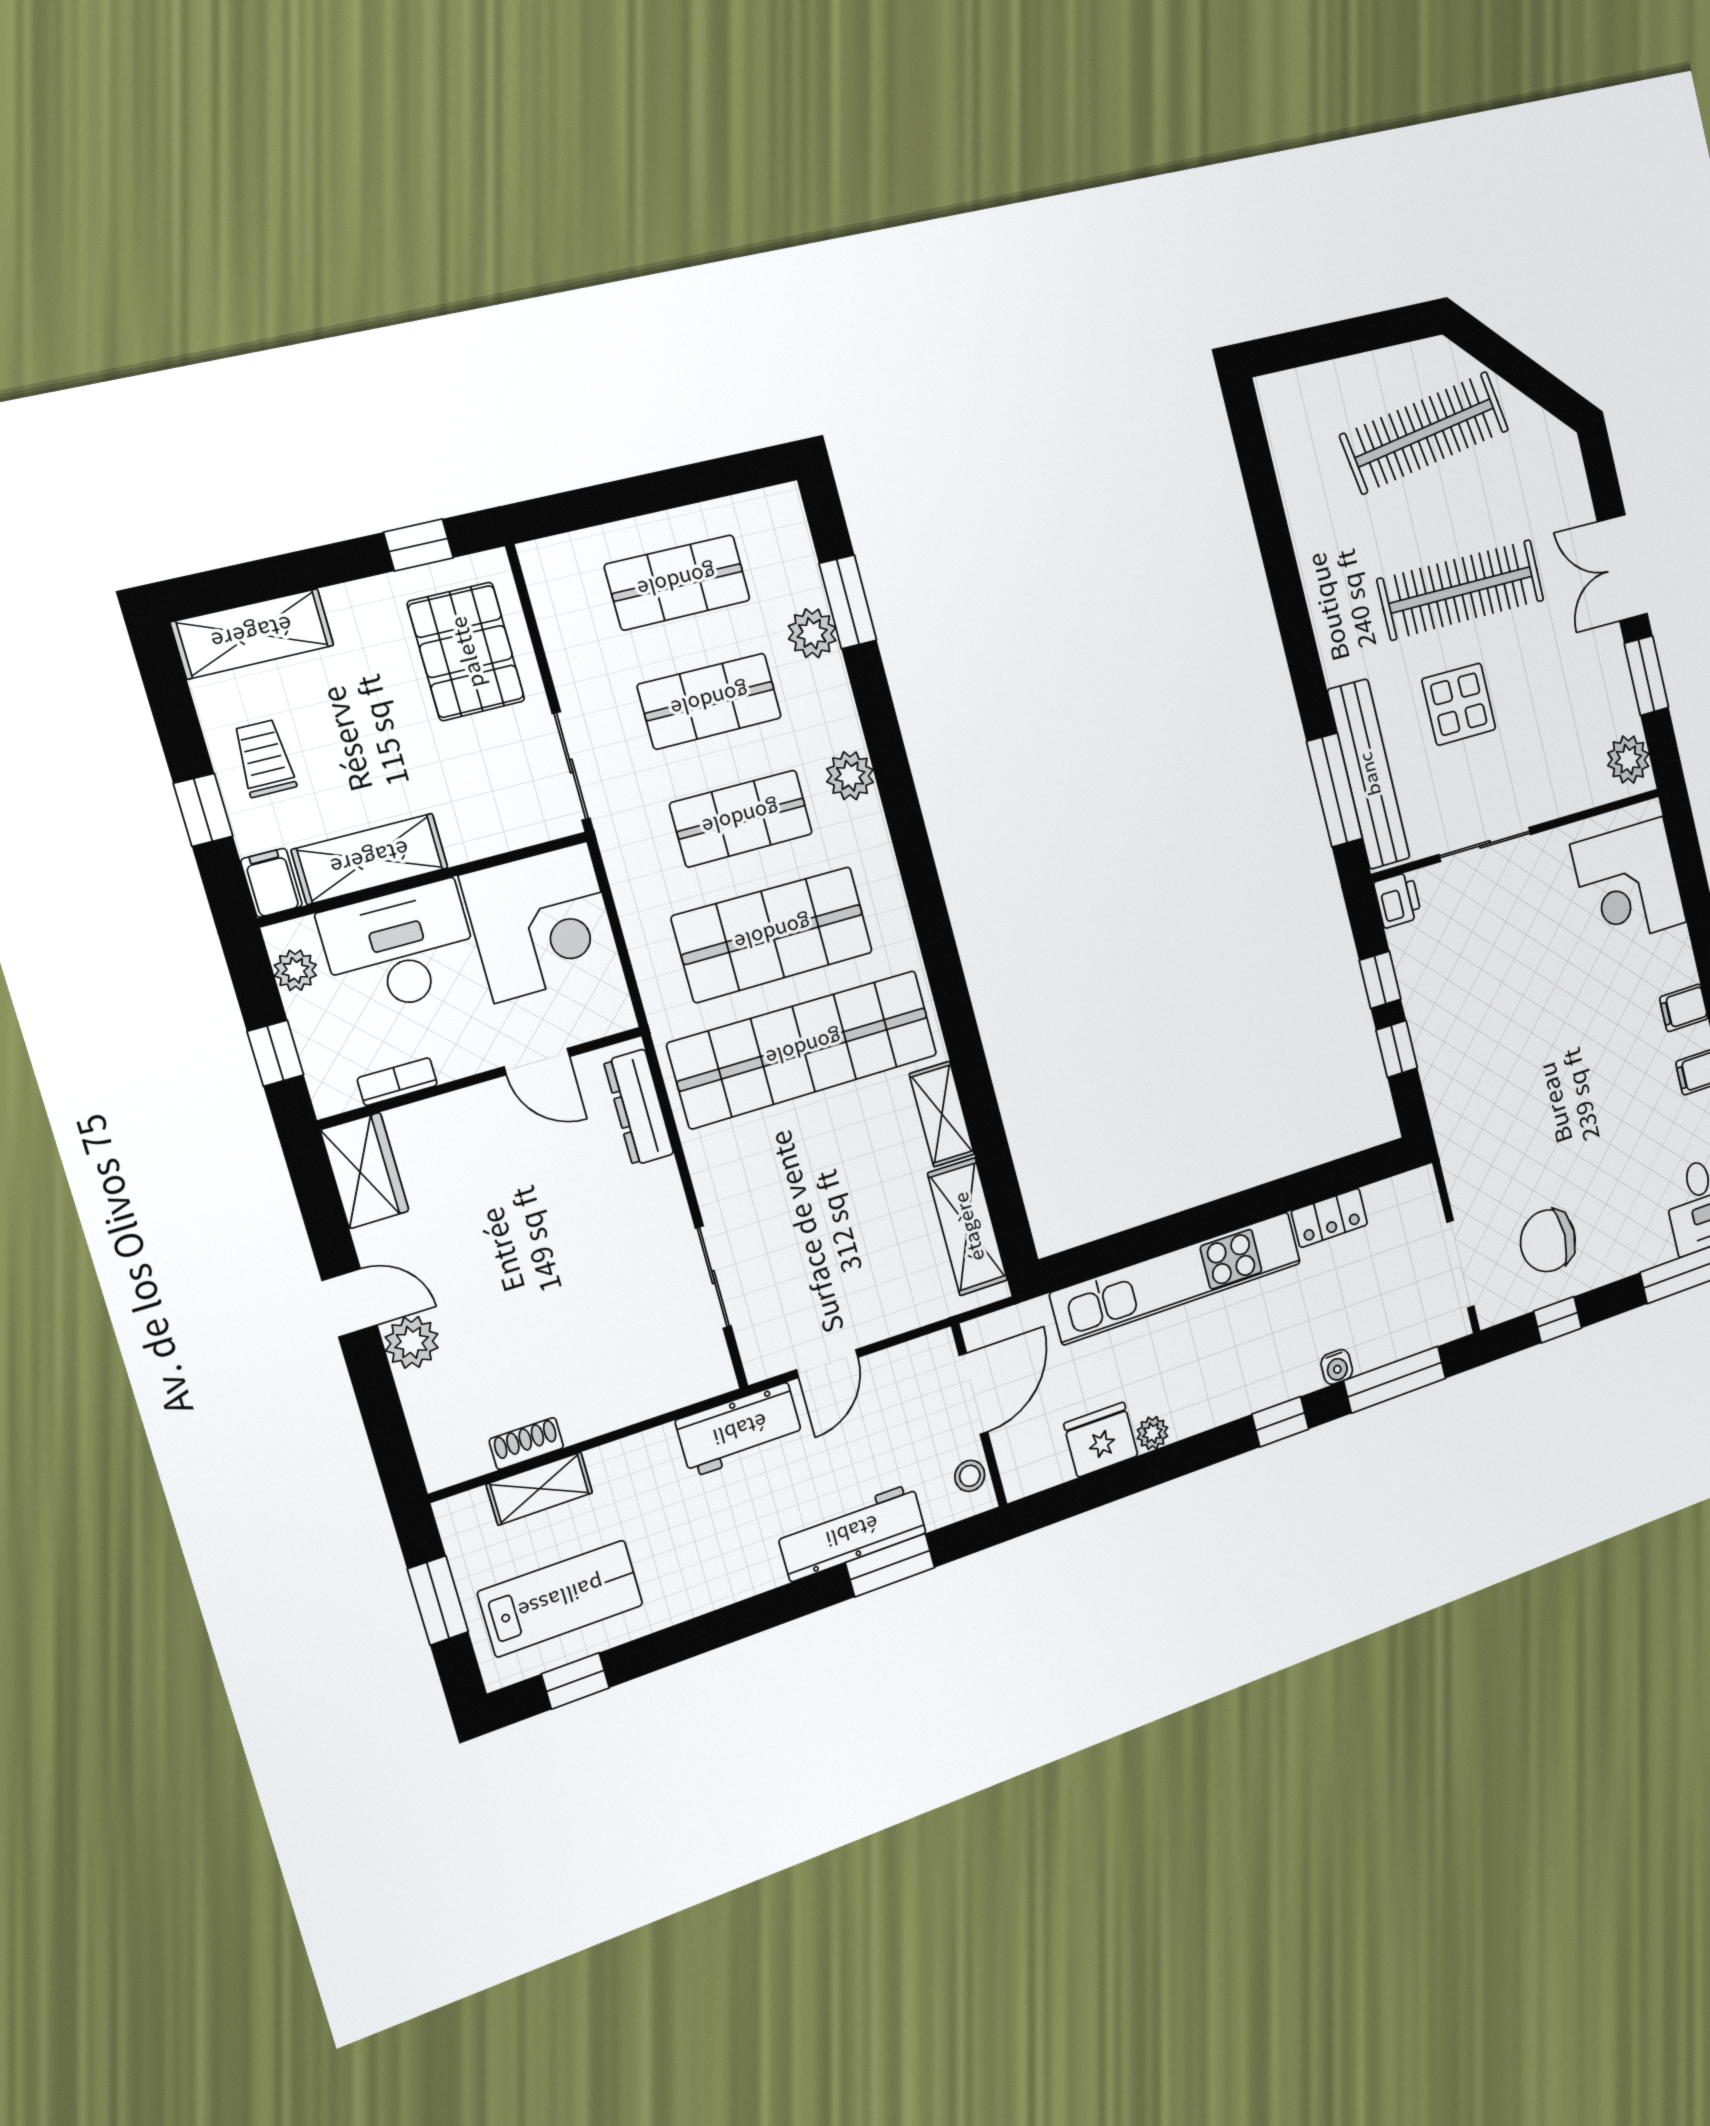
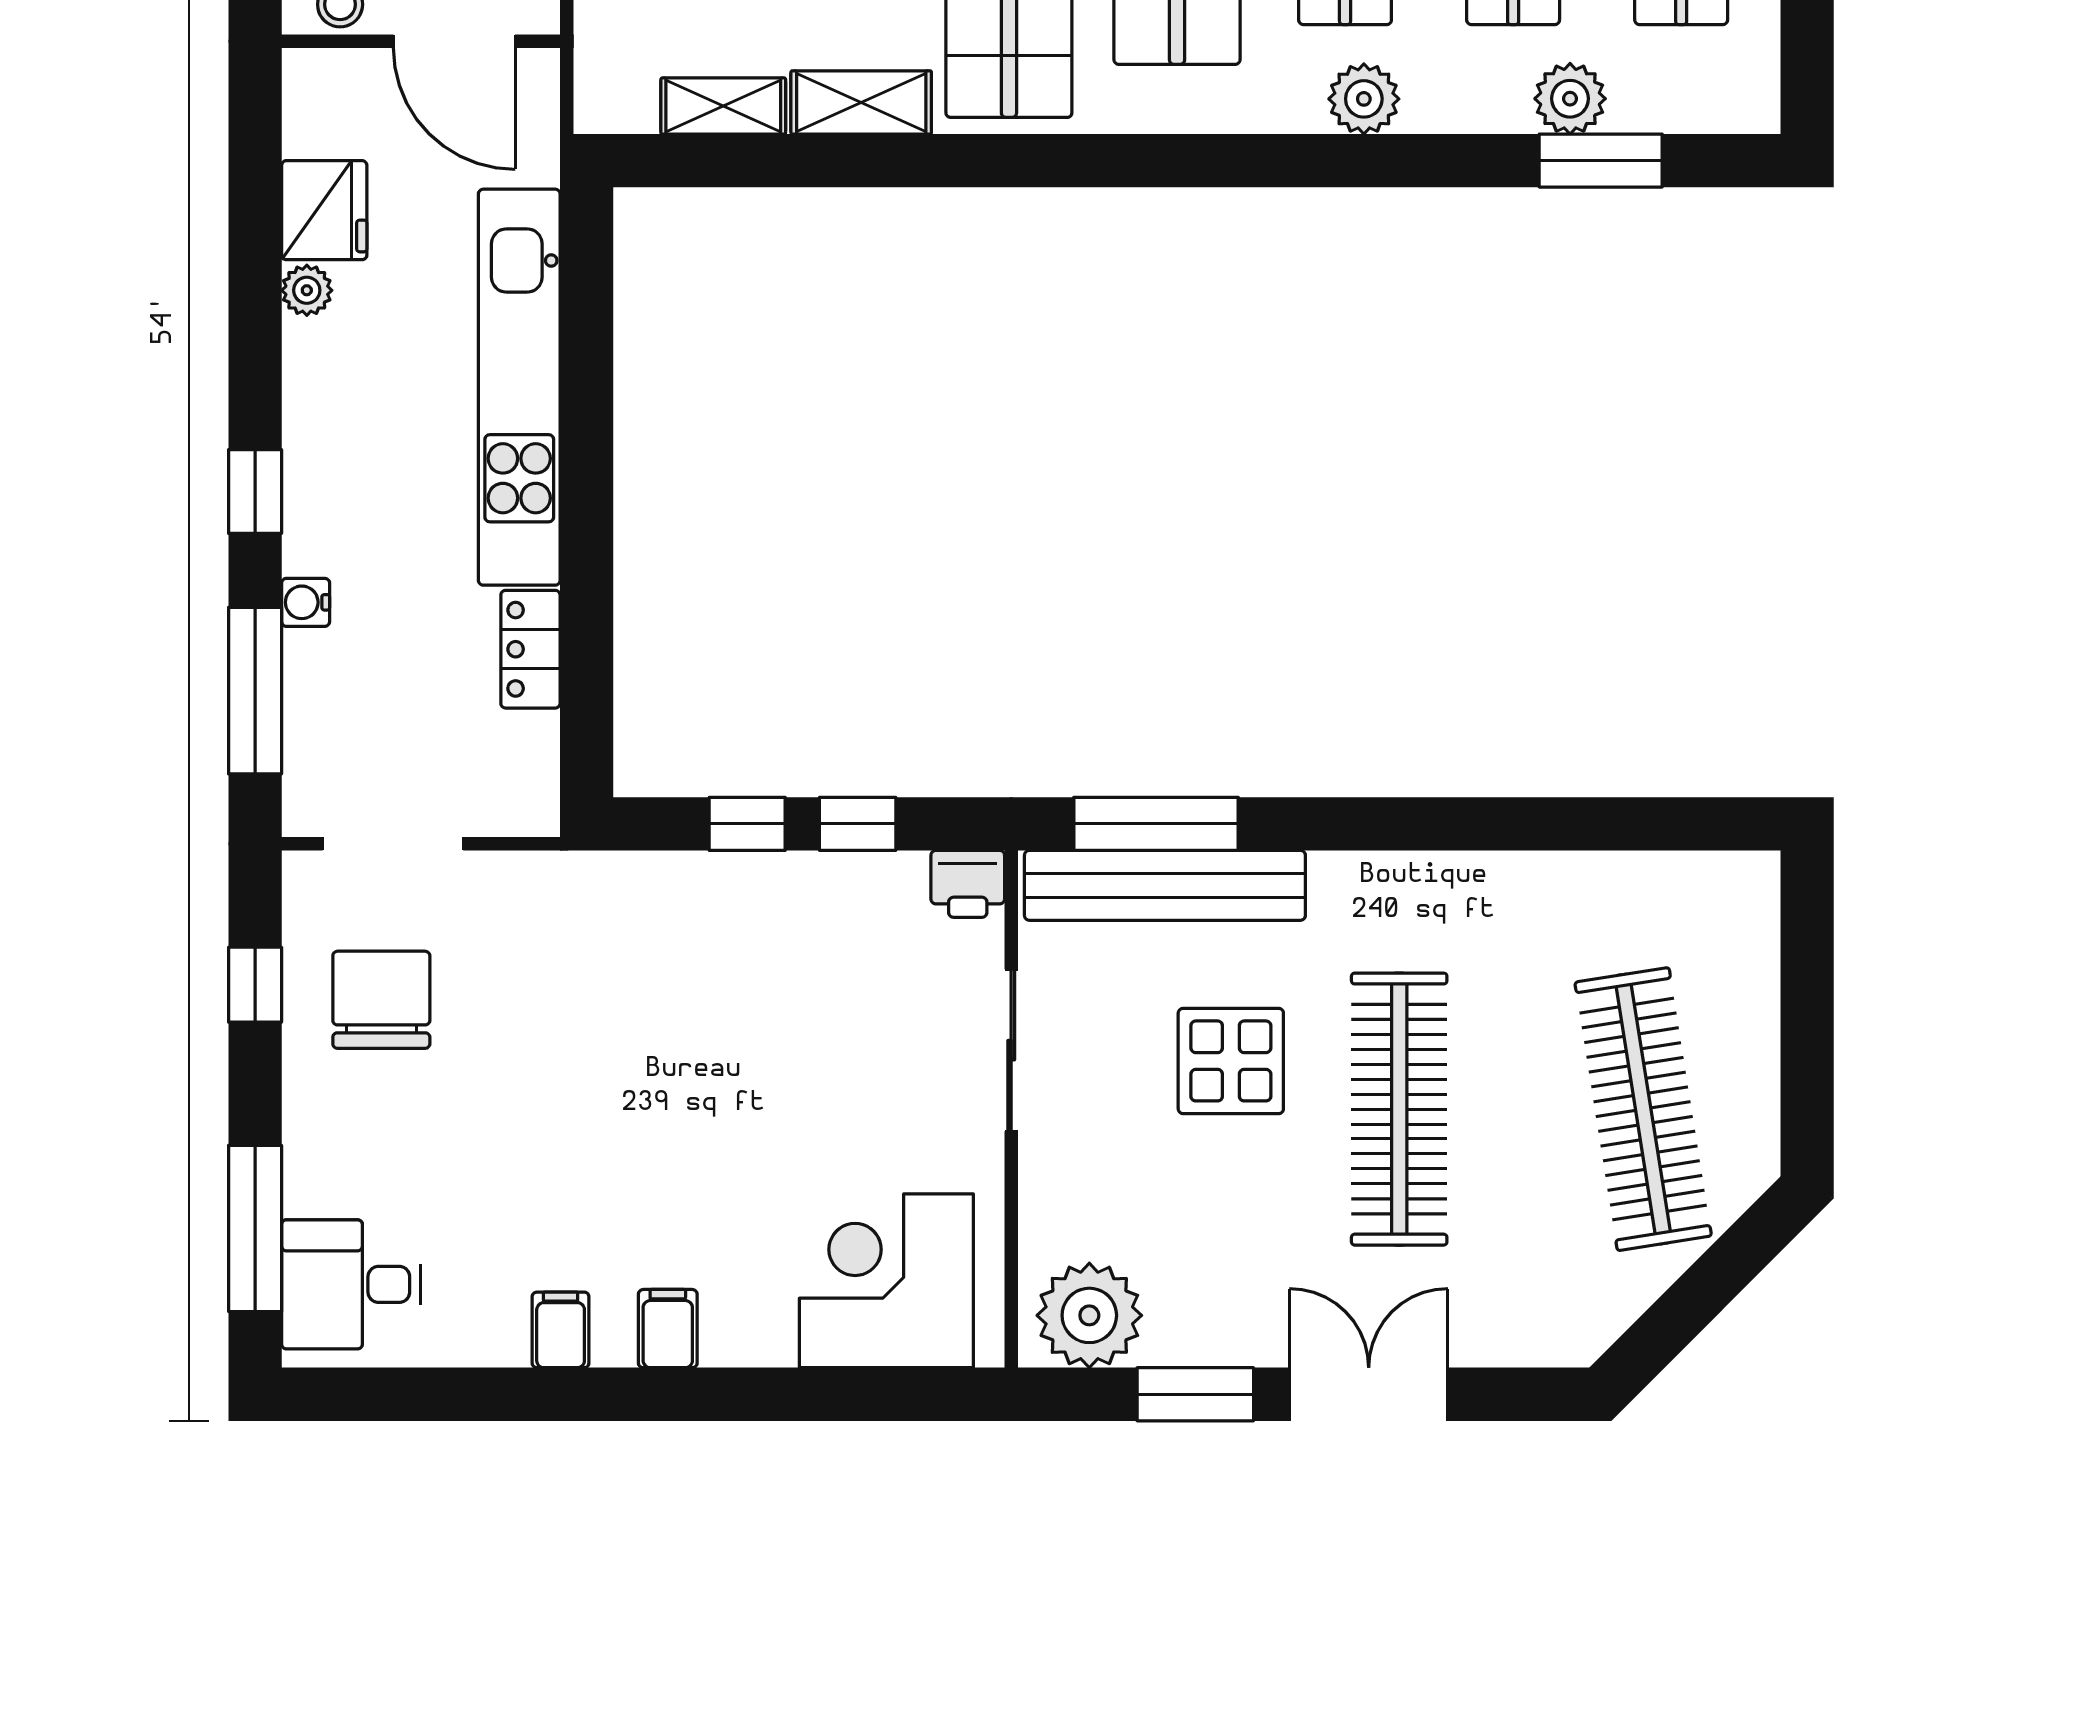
plant: (1628, 760) -> (1089, 1315), width x1.36, depth x1.36
shelving: (968, 1227) -> (723, 106), width x0.67, depth x0.75

